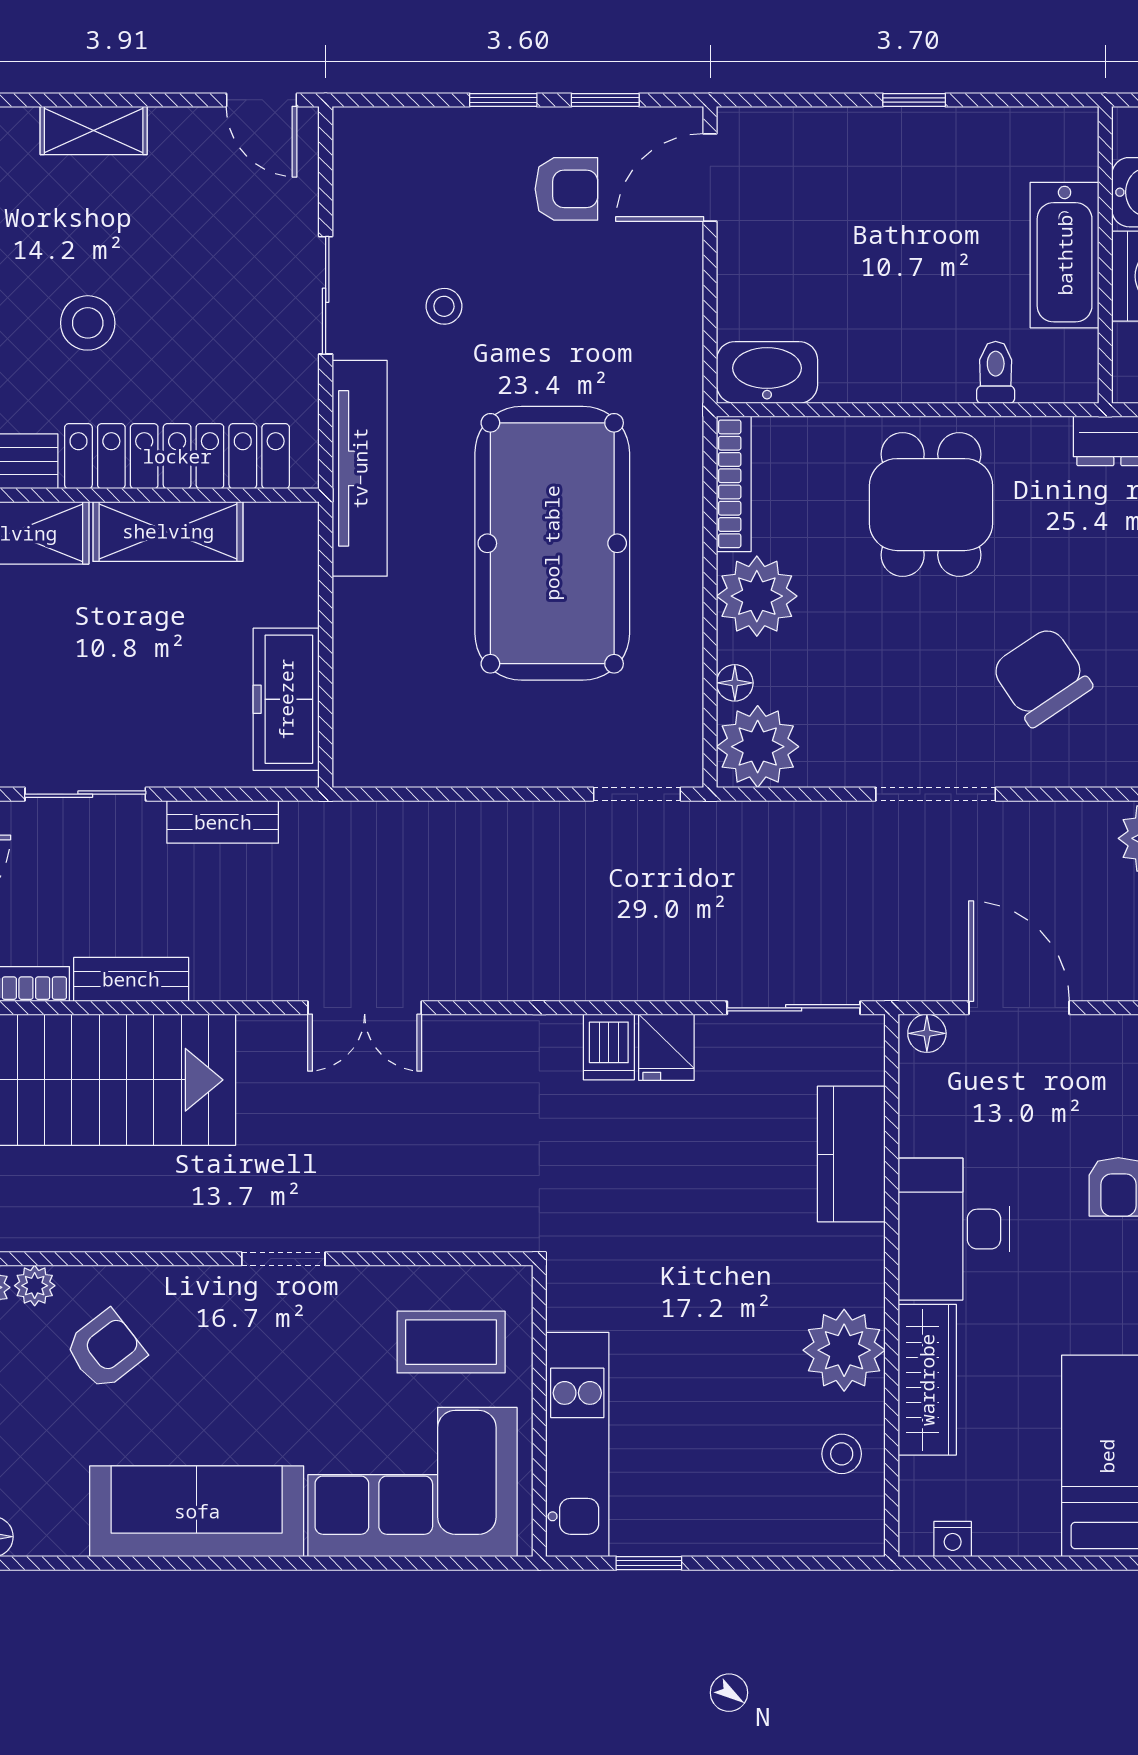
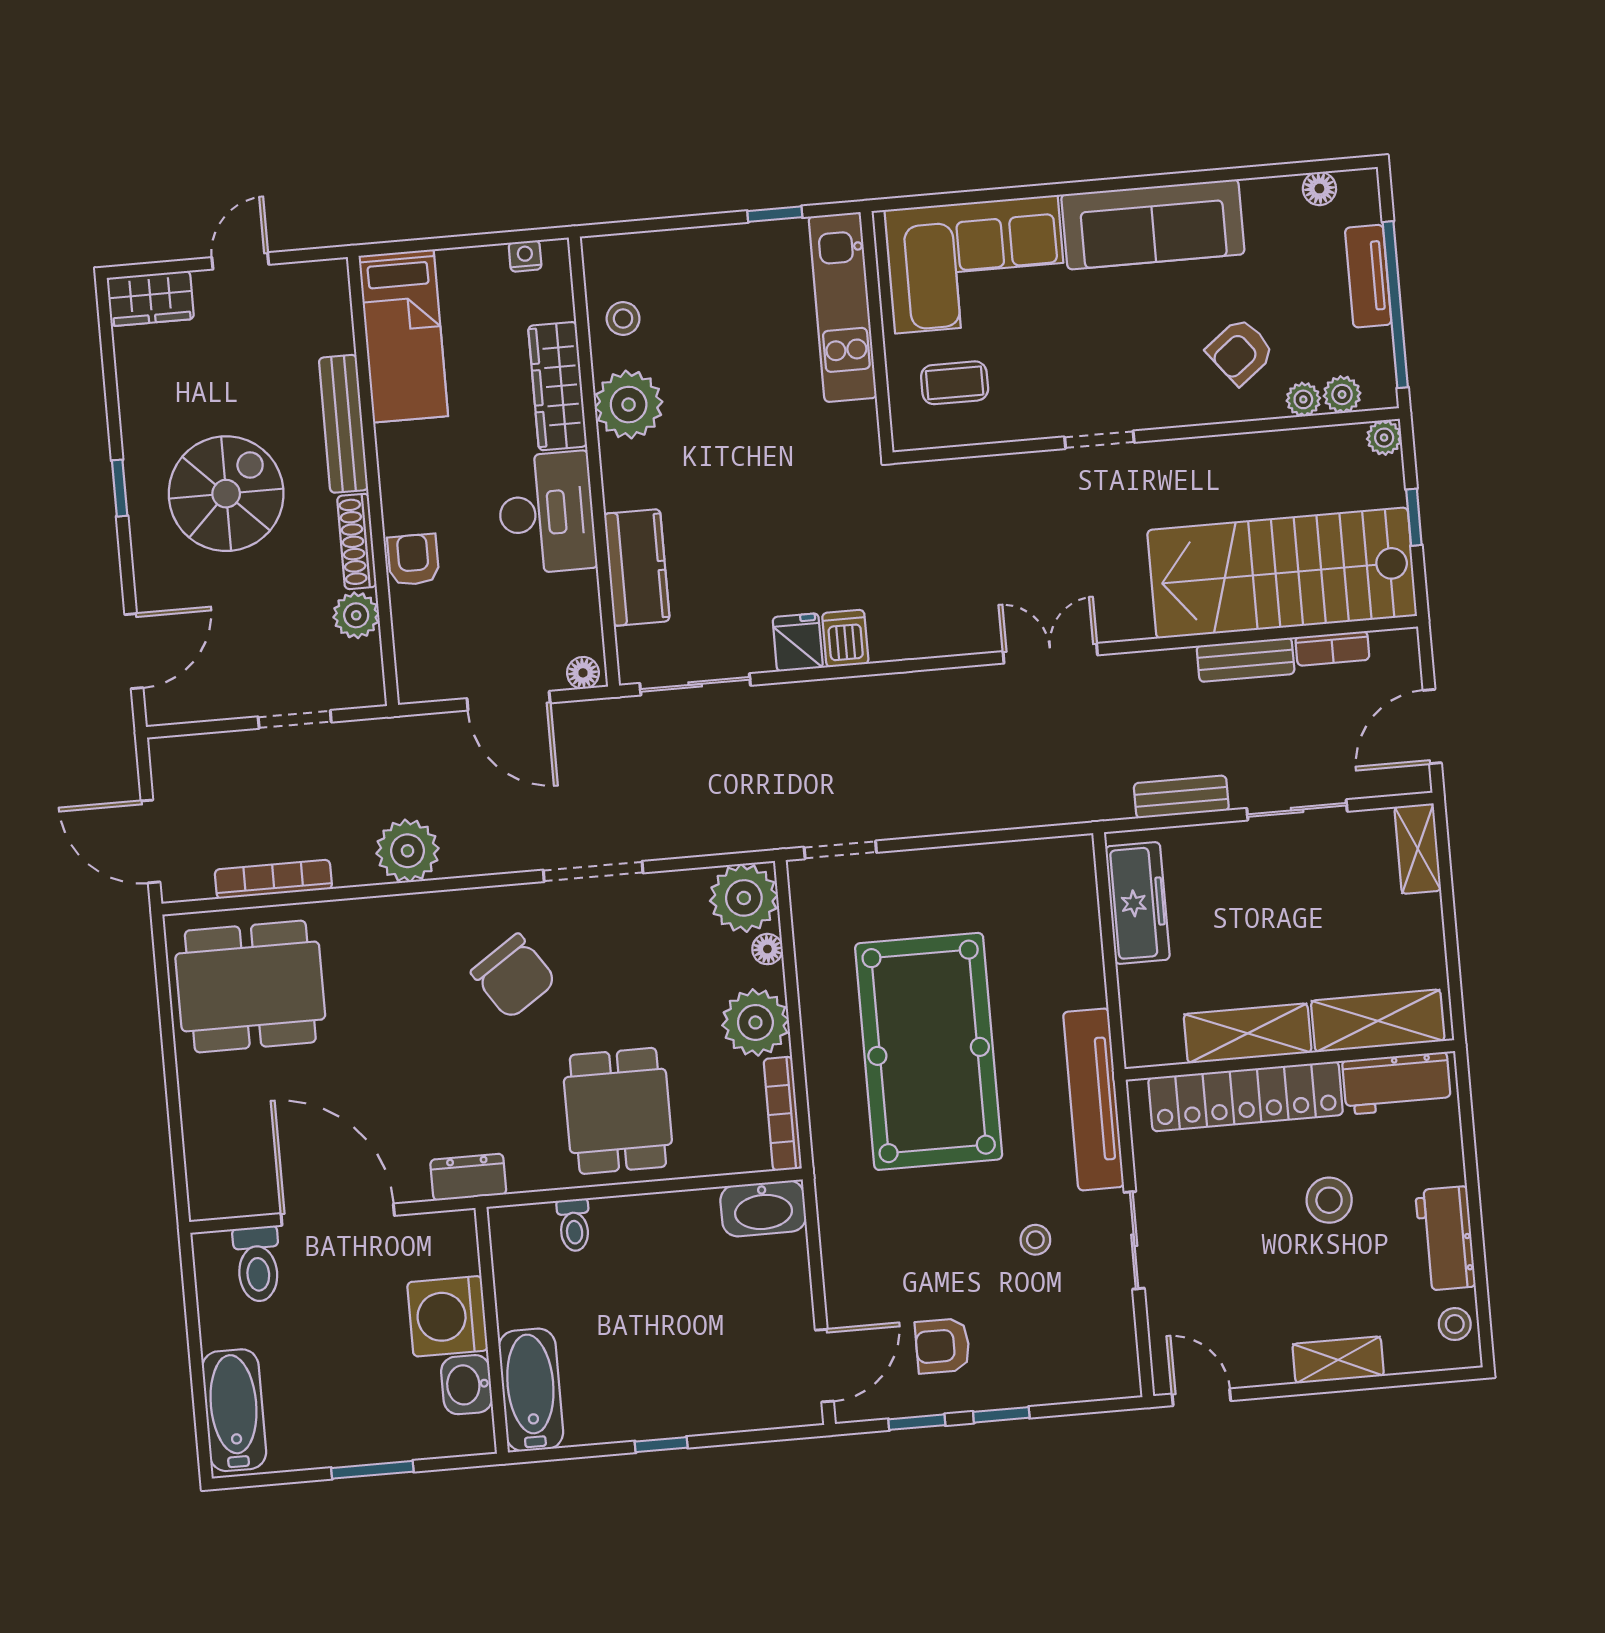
bathtub: (1065, 255) -> (531, 1390), moved
coffee table: (451, 1342) -> (955, 383), width x0.73, depth x0.77

